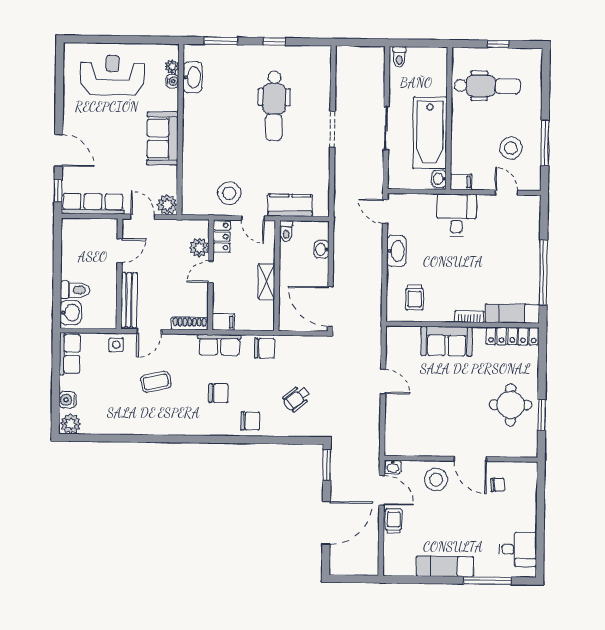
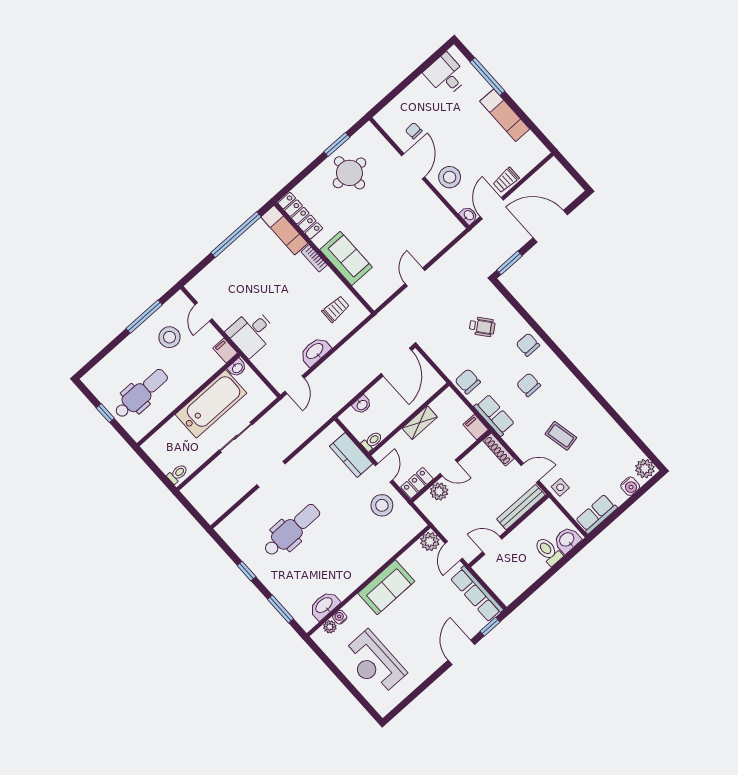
dental chair: (487, 86) -> (141, 394), turned 90

